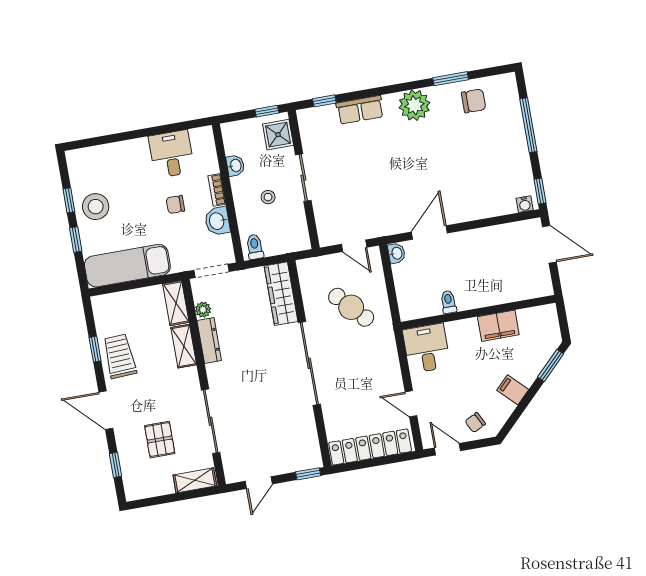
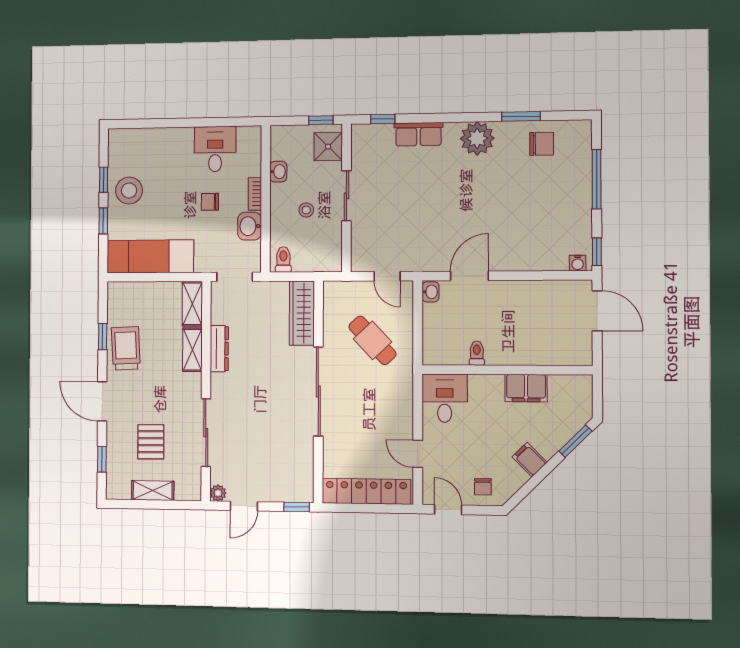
plant: (203, 310) -> (218, 493), moved
chair: (475, 423) -> (483, 487), turned -63
shelving: (195, 480) -> (153, 490), moved

